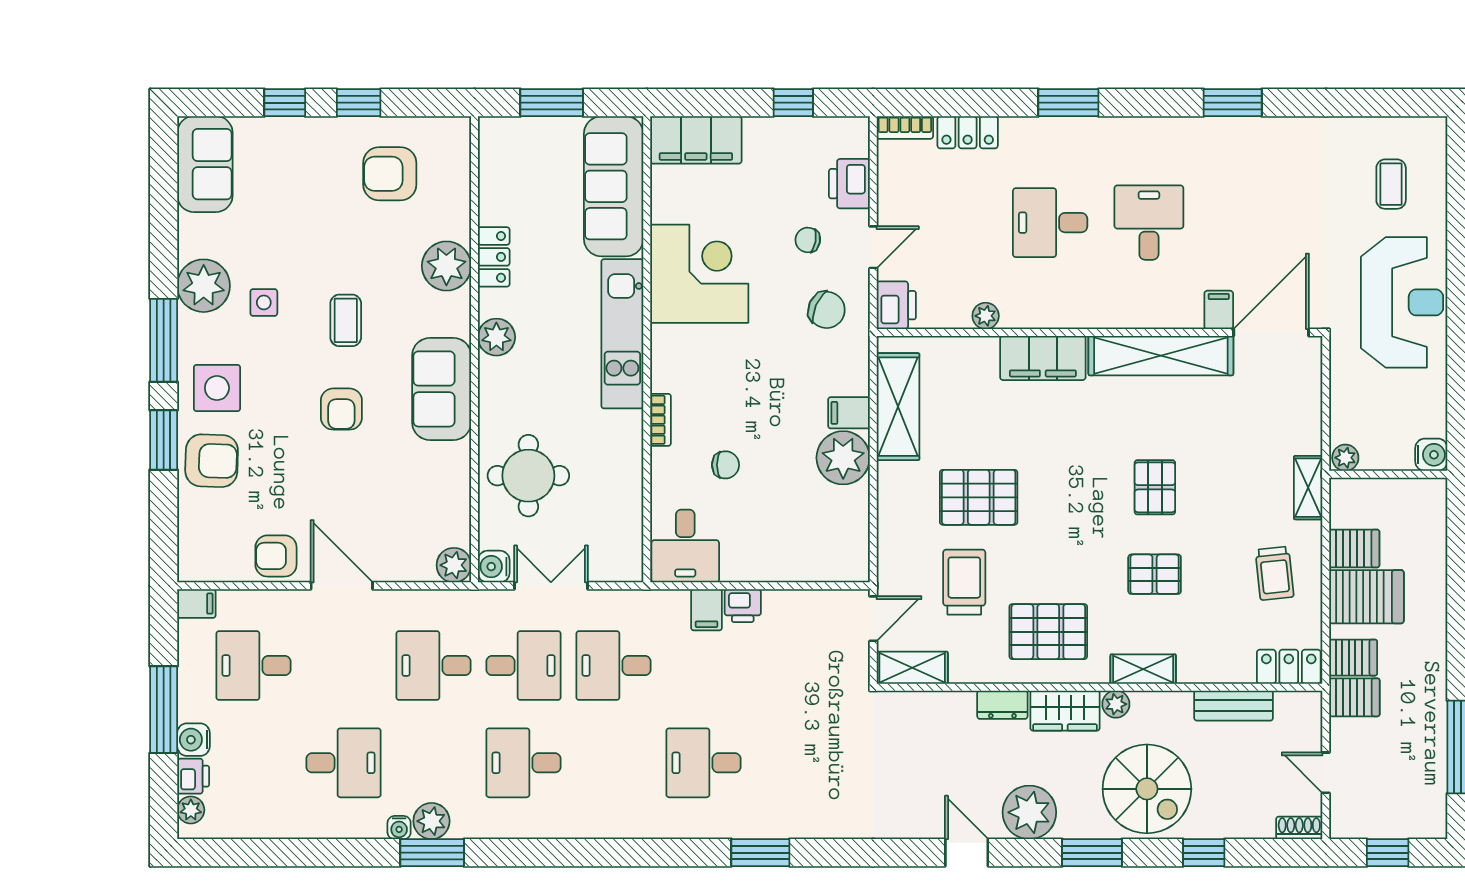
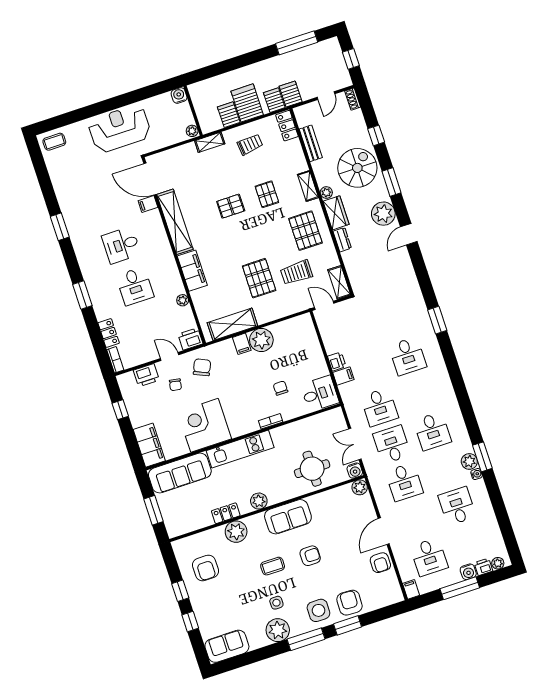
coffee table: (1391, 184) -> (54, 142), moved

